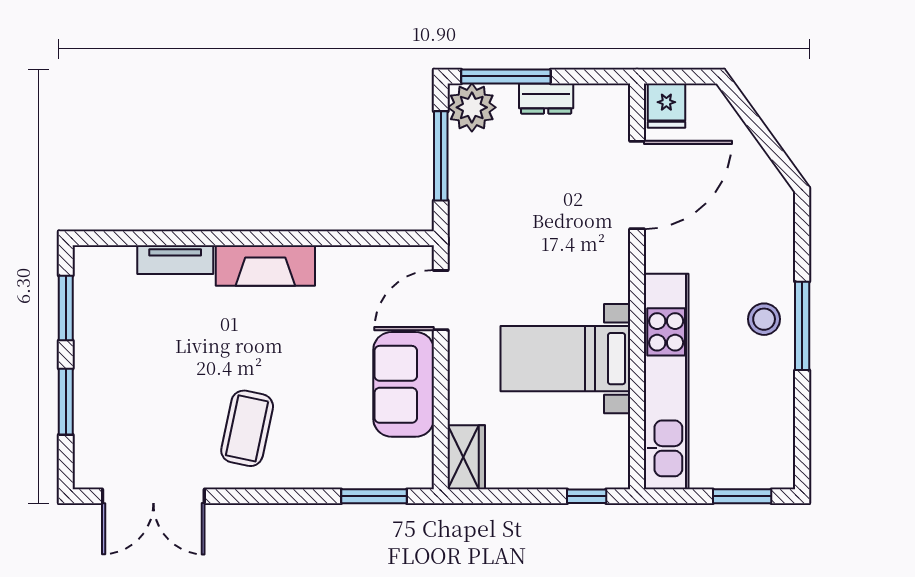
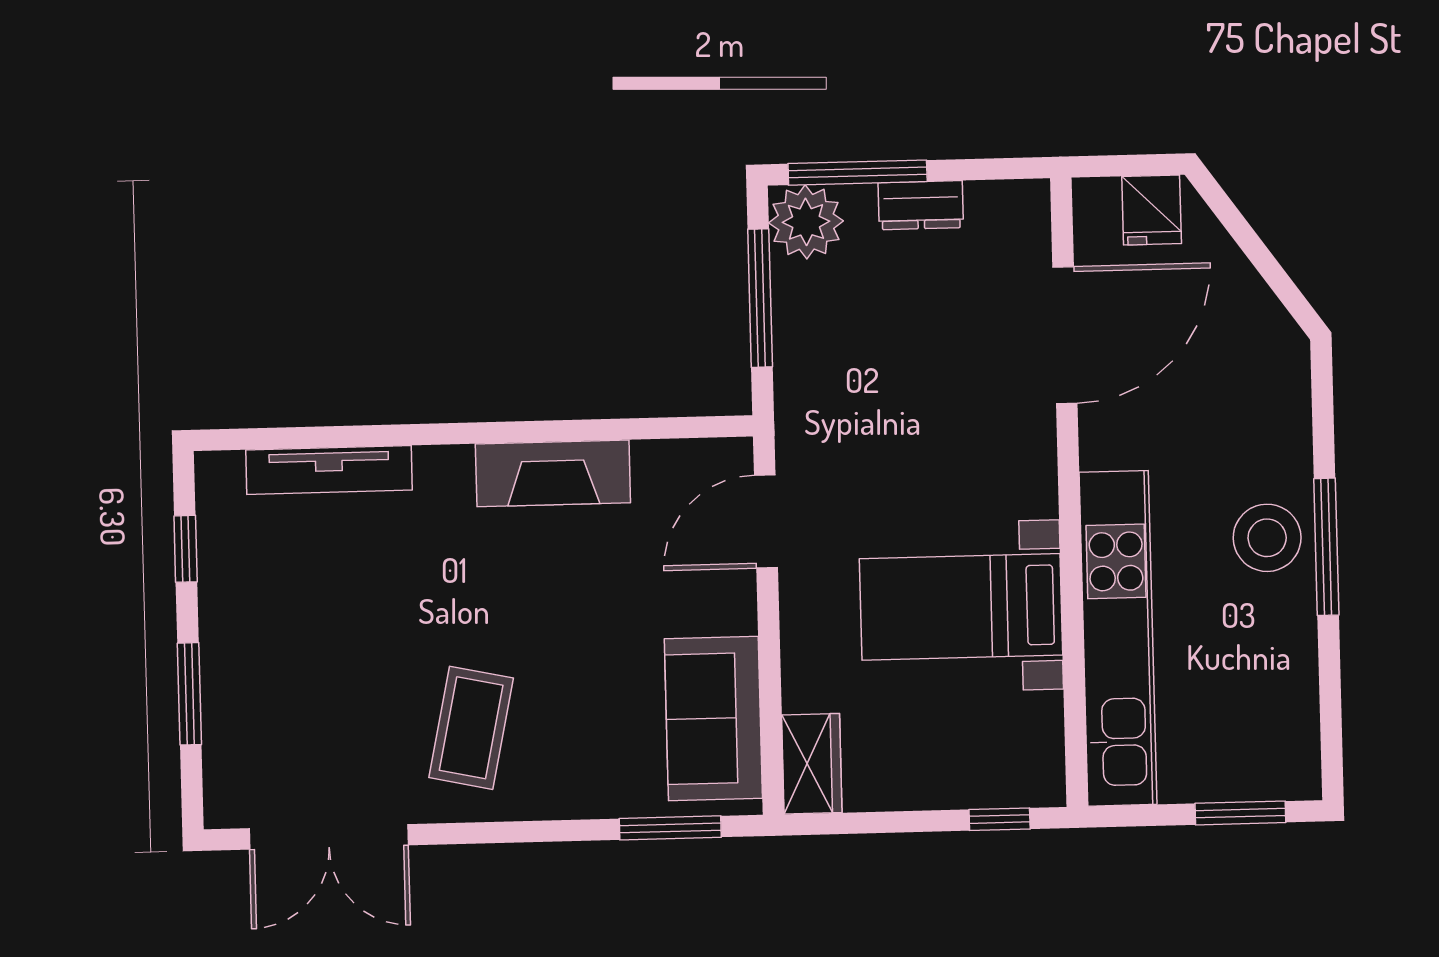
fridge: (666, 106) -> (1152, 210), moved
tv unit: (175, 260) -> (329, 470), width x1.41
fireplace: (265, 265) -> (553, 473), moved
window: (66, 308) -> (186, 549), width x0.67
stool: (764, 319) -> (1267, 538), width x1.38, depth x1.38
sofa: (404, 384) -> (713, 719), moved

